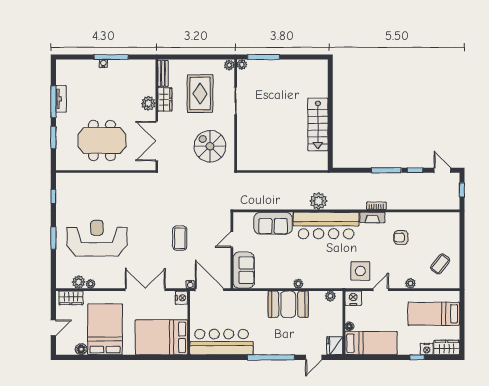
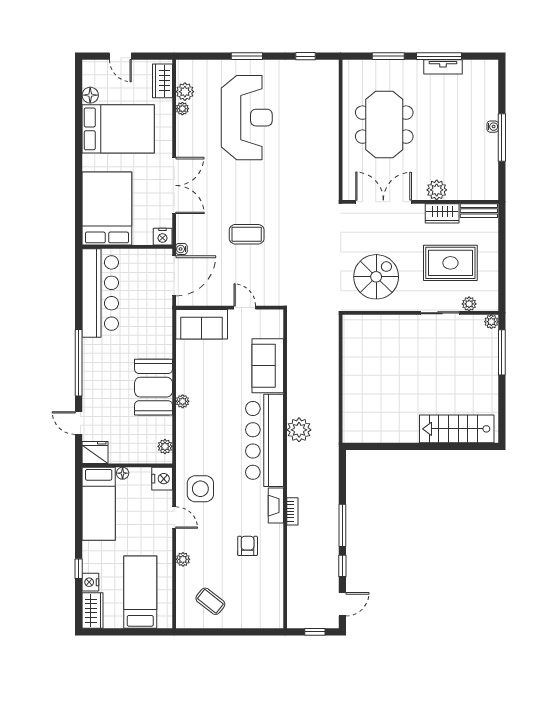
plant: (229, 65) -> (469, 304), moved
stairs: (318, 124) -> (457, 429), moved

